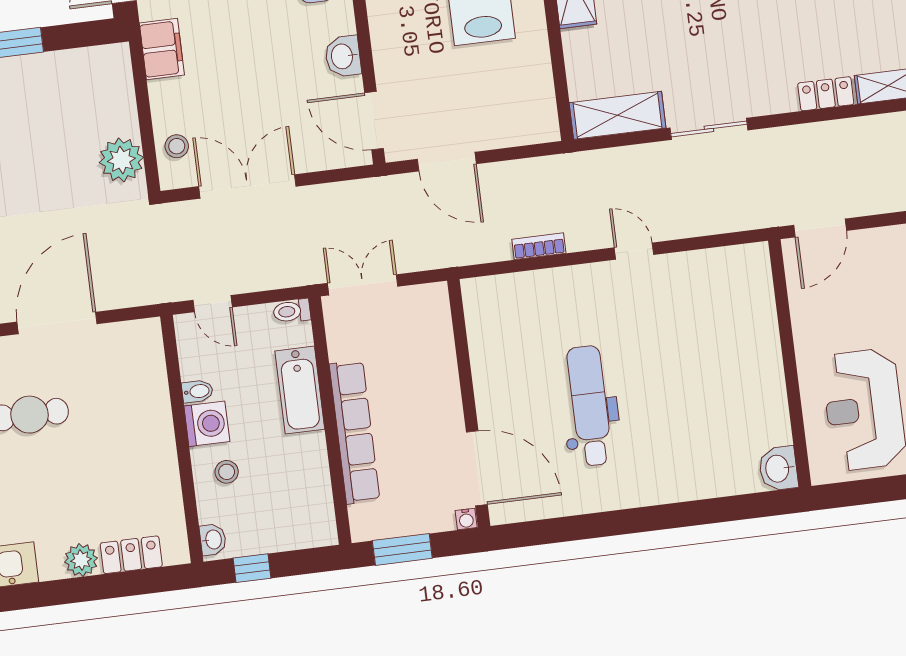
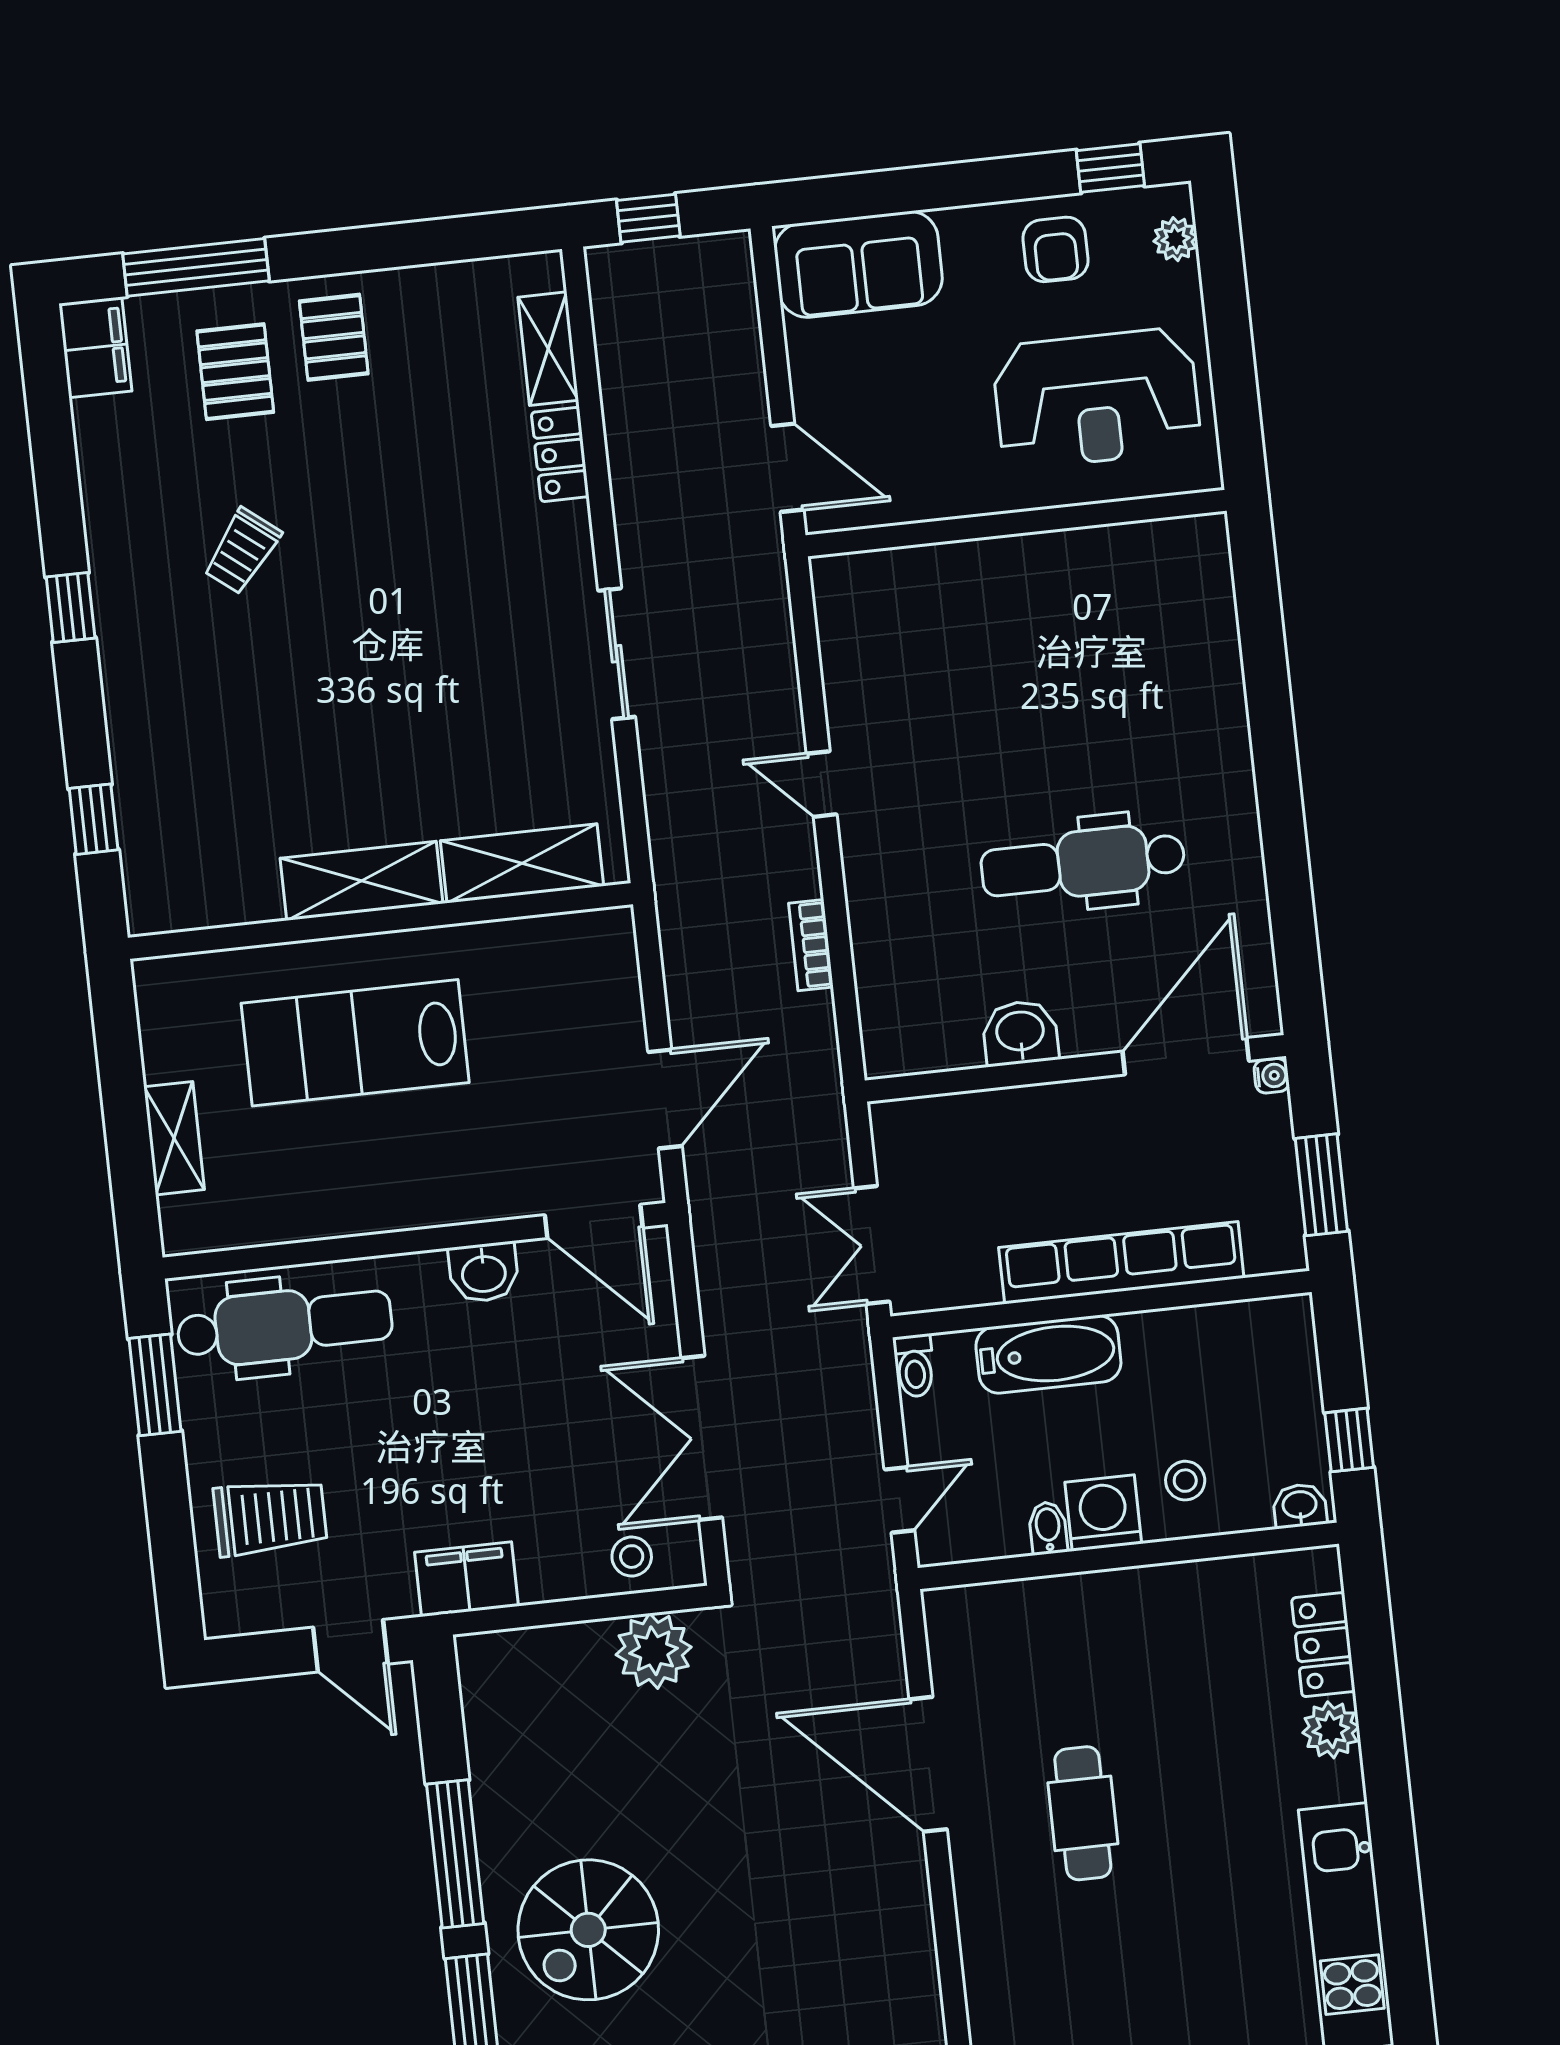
shelving: (618, 115) -> (522, 863), moved, turned 90
door: (374, 121) -> (594, 1221), hinge flipped
door: (634, 251) -> (822, 784), hinge flipped
washbasin: (778, 469) -> (1020, 1033), moved, turned 180

